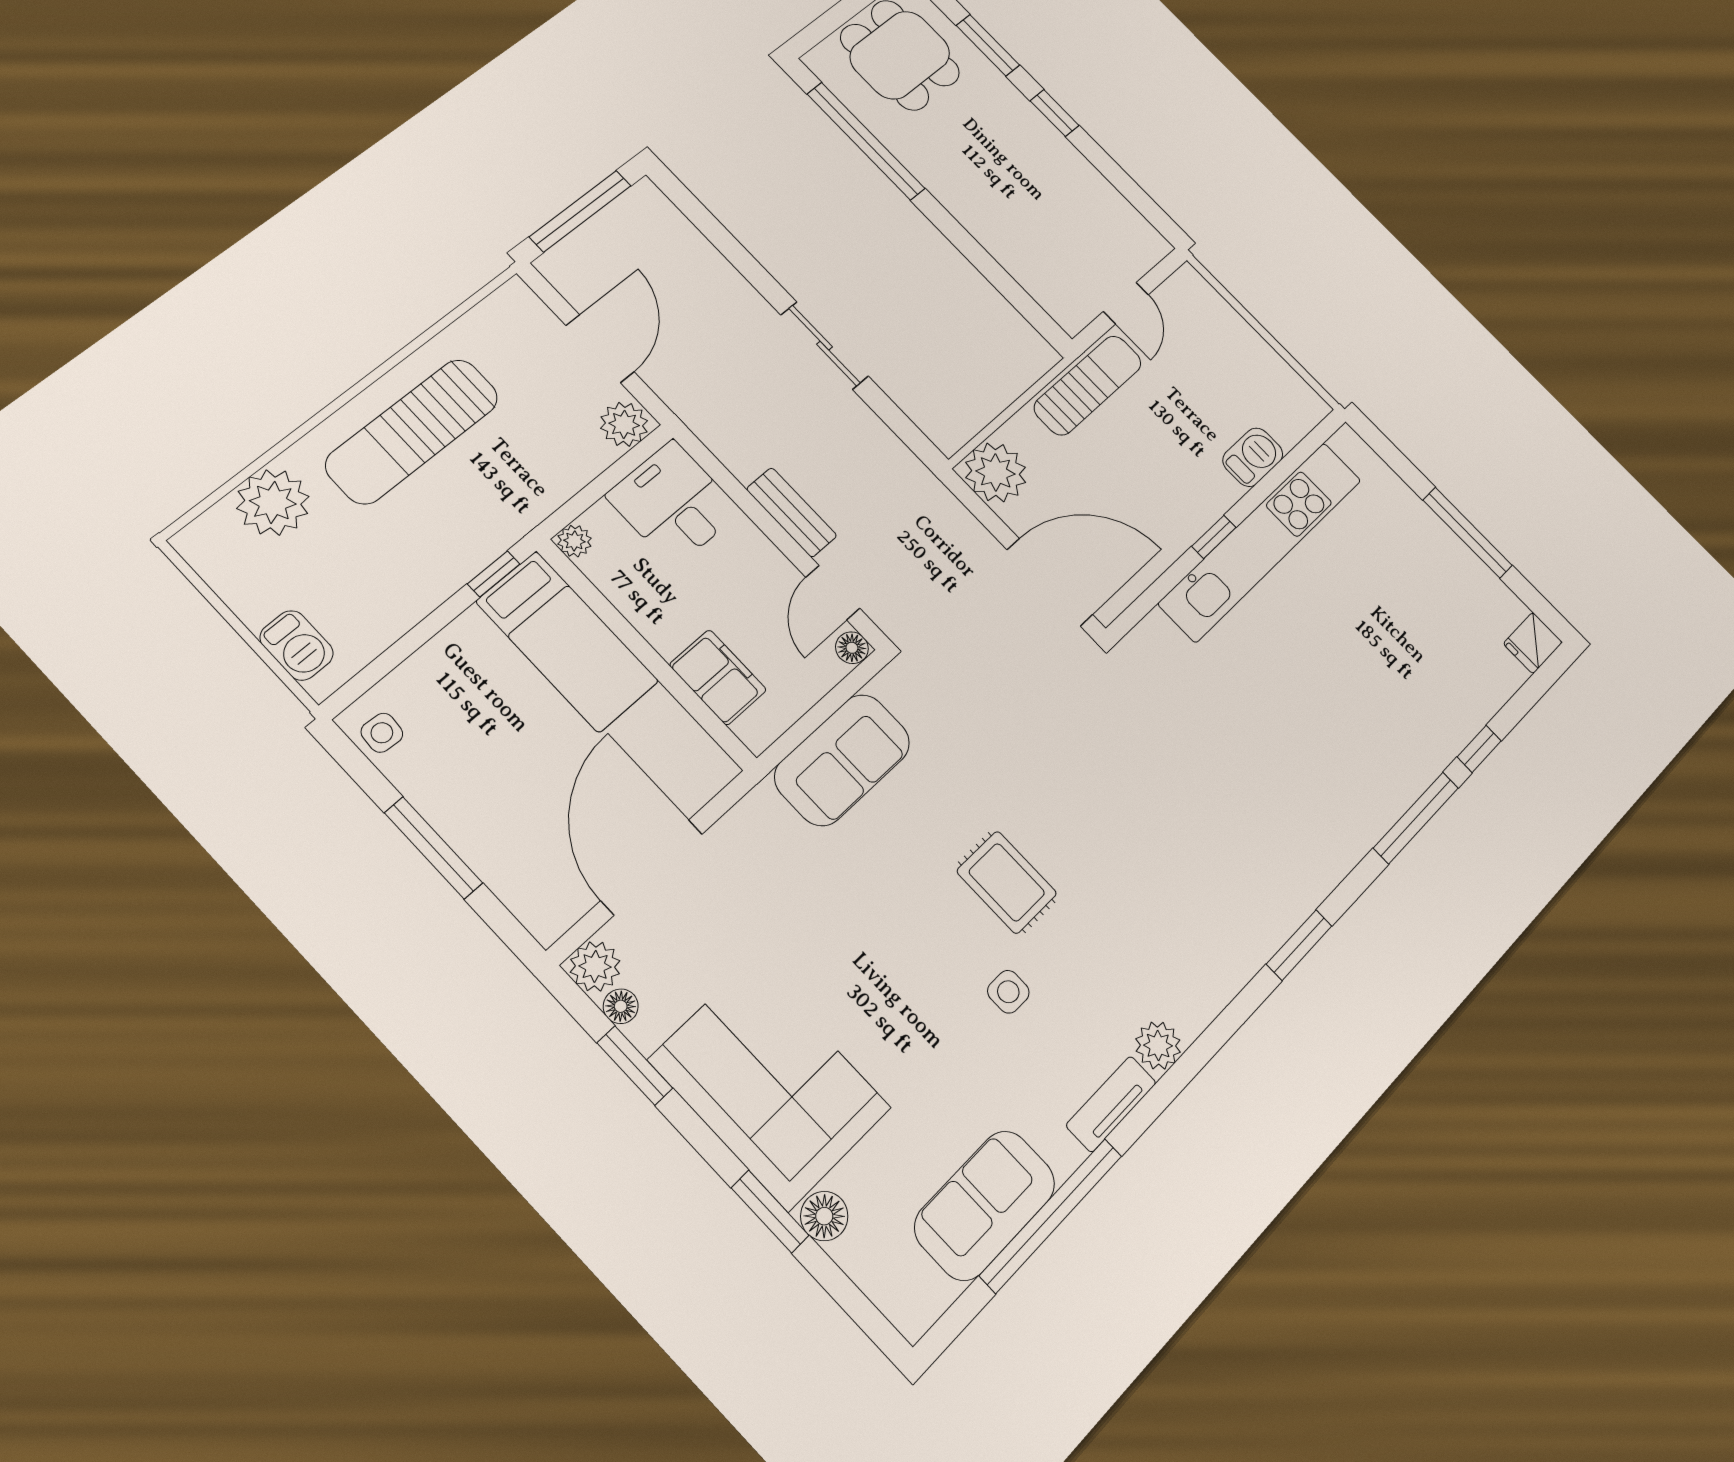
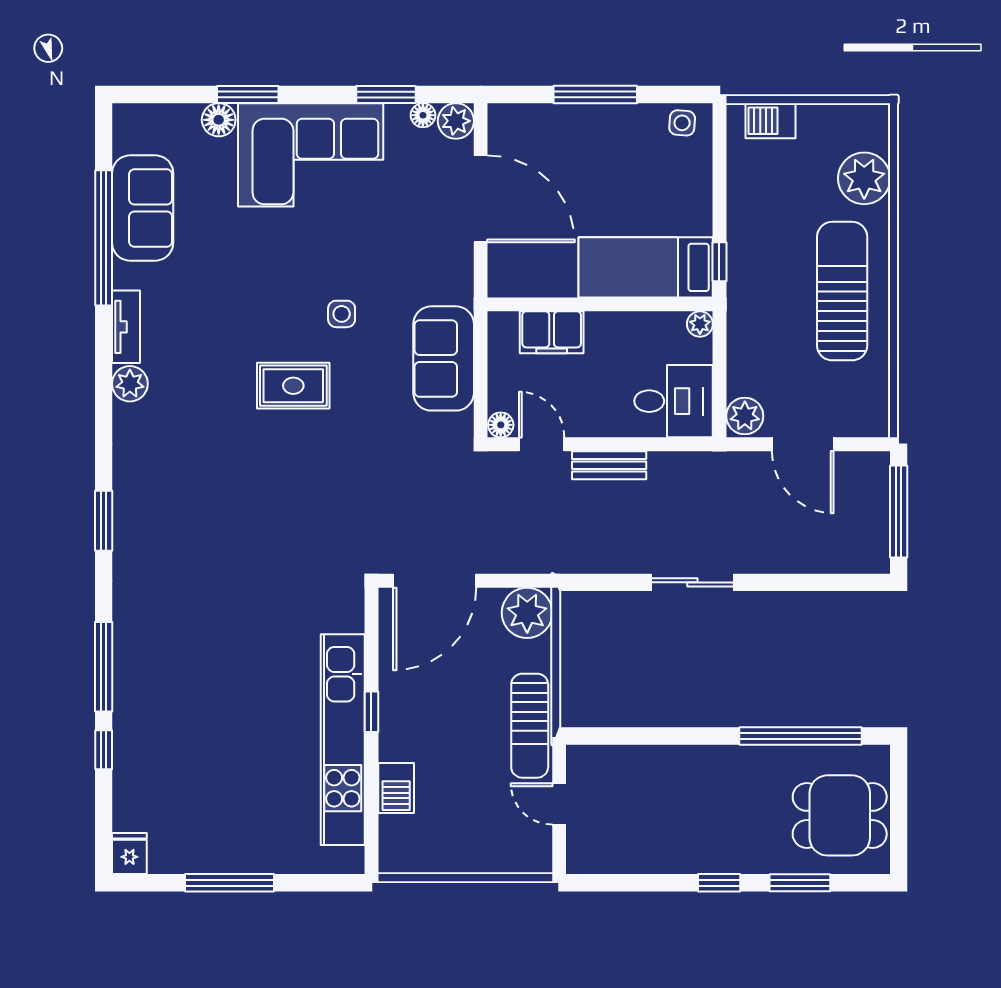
side table: (1008, 992) -> (342, 314), moved

